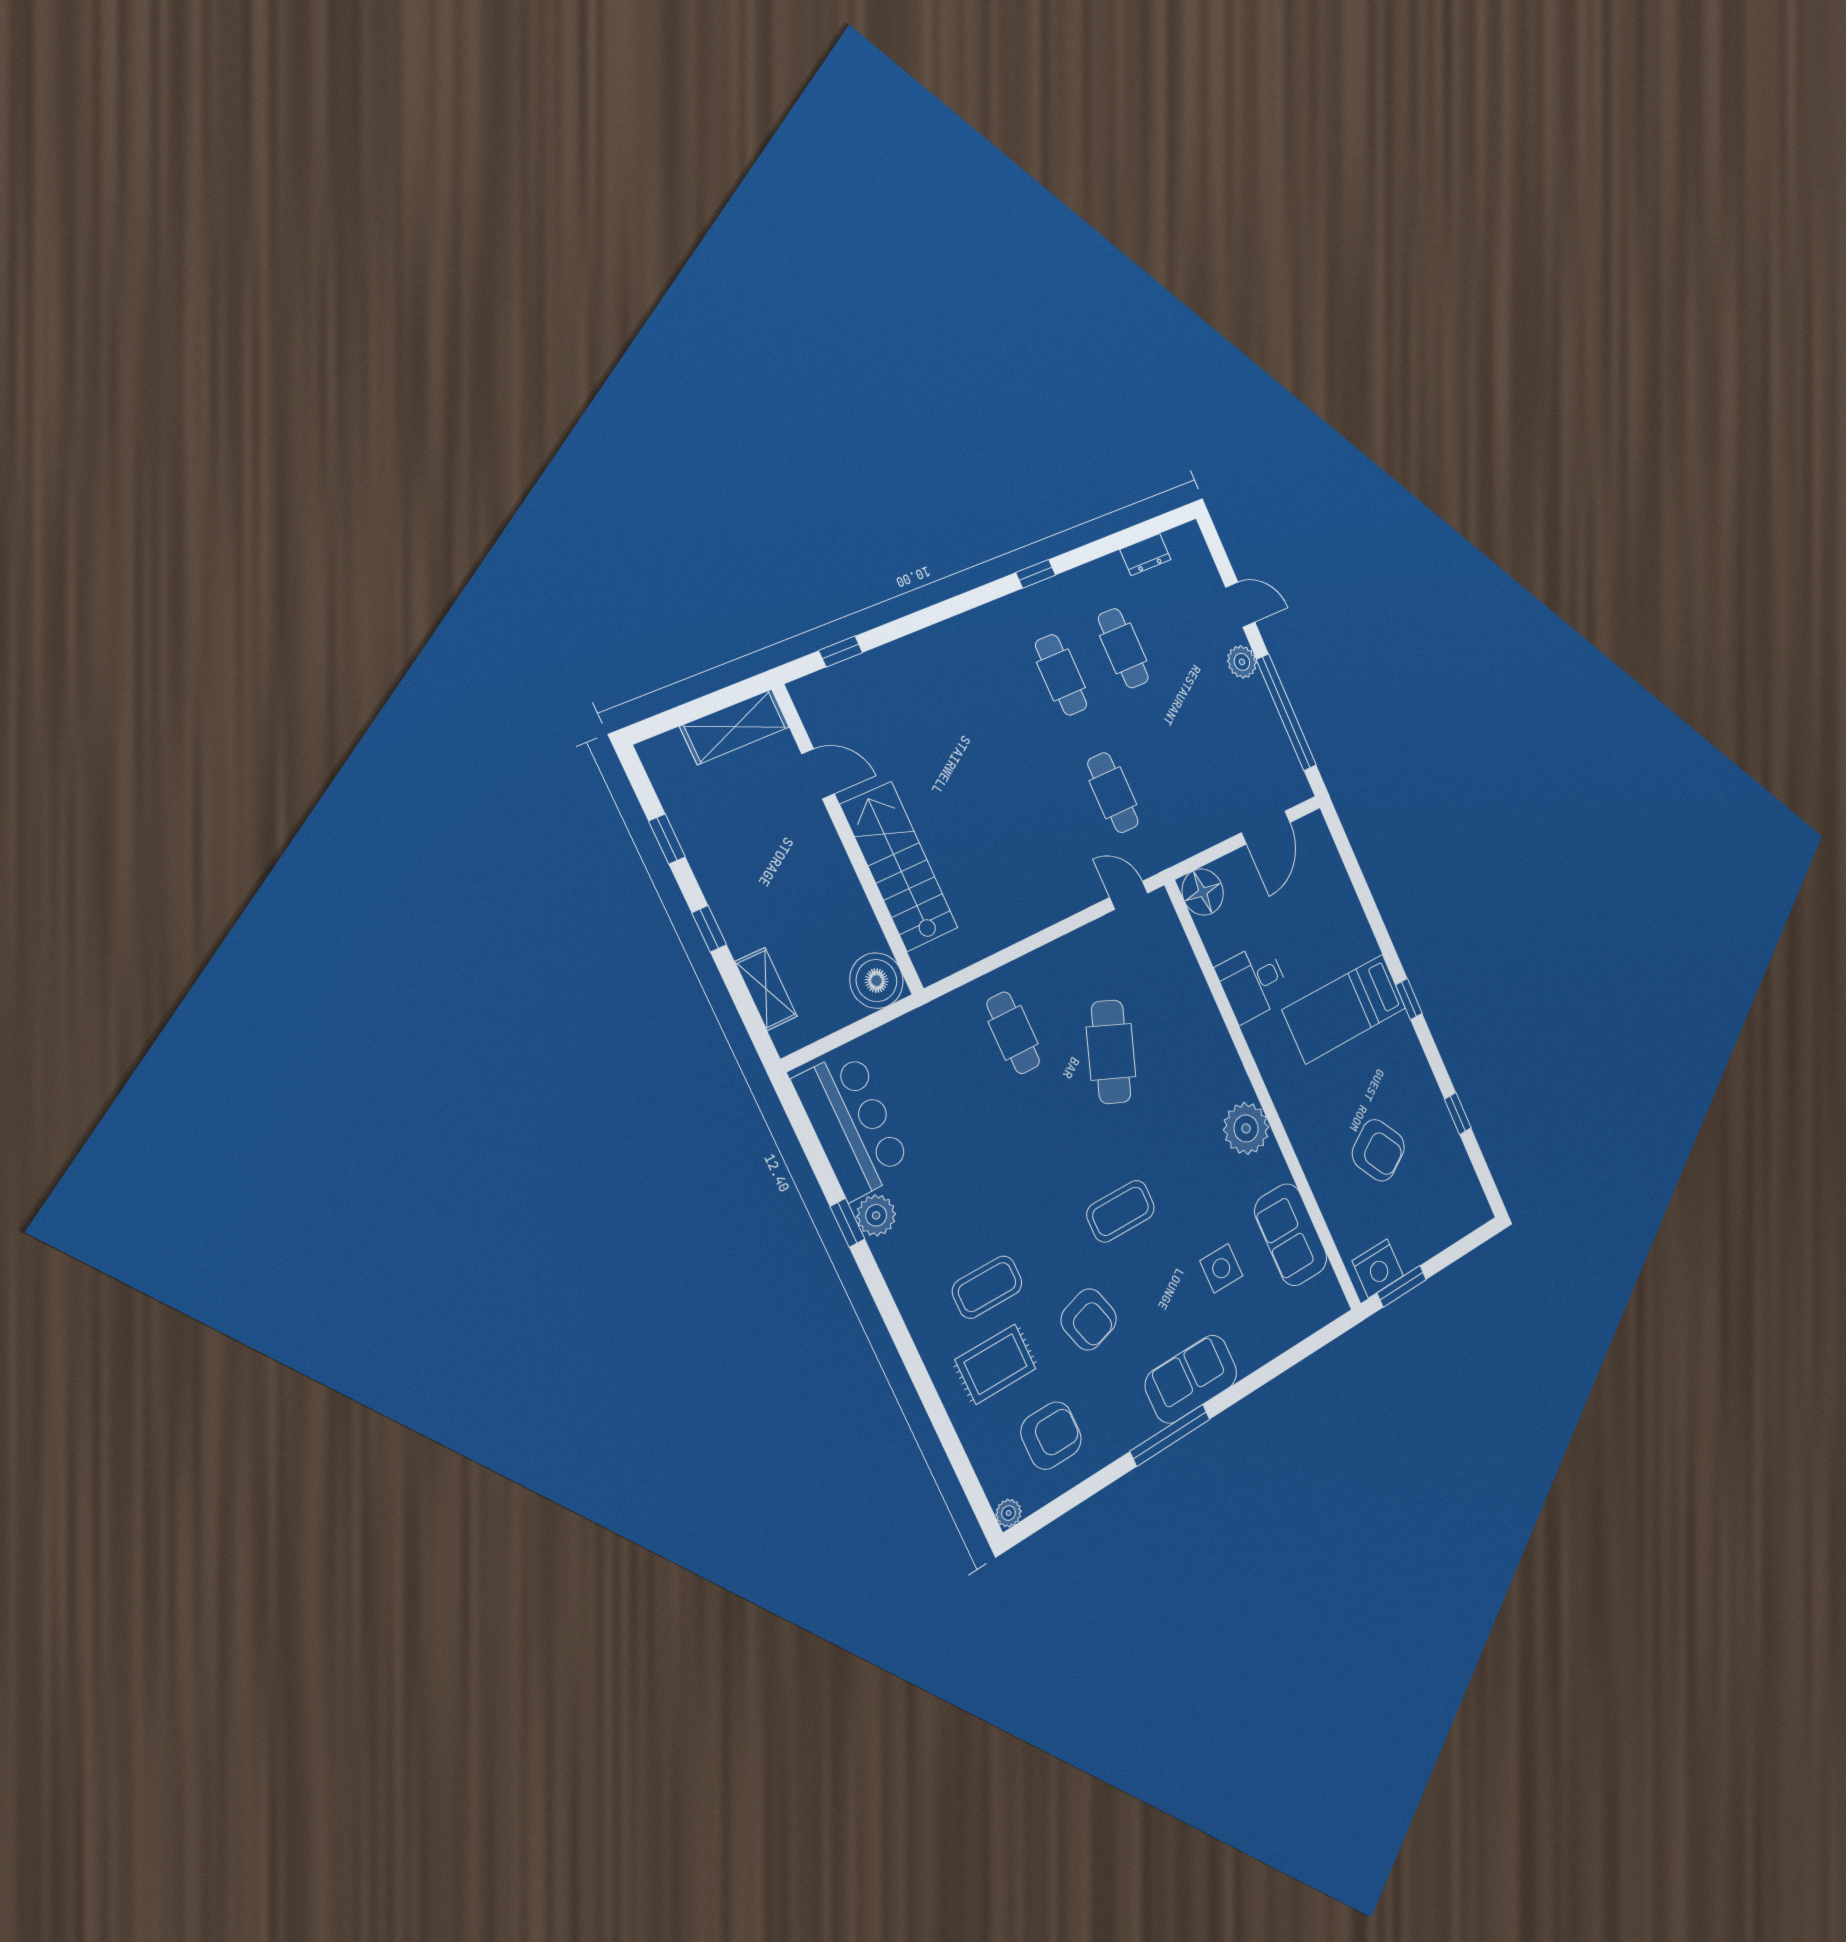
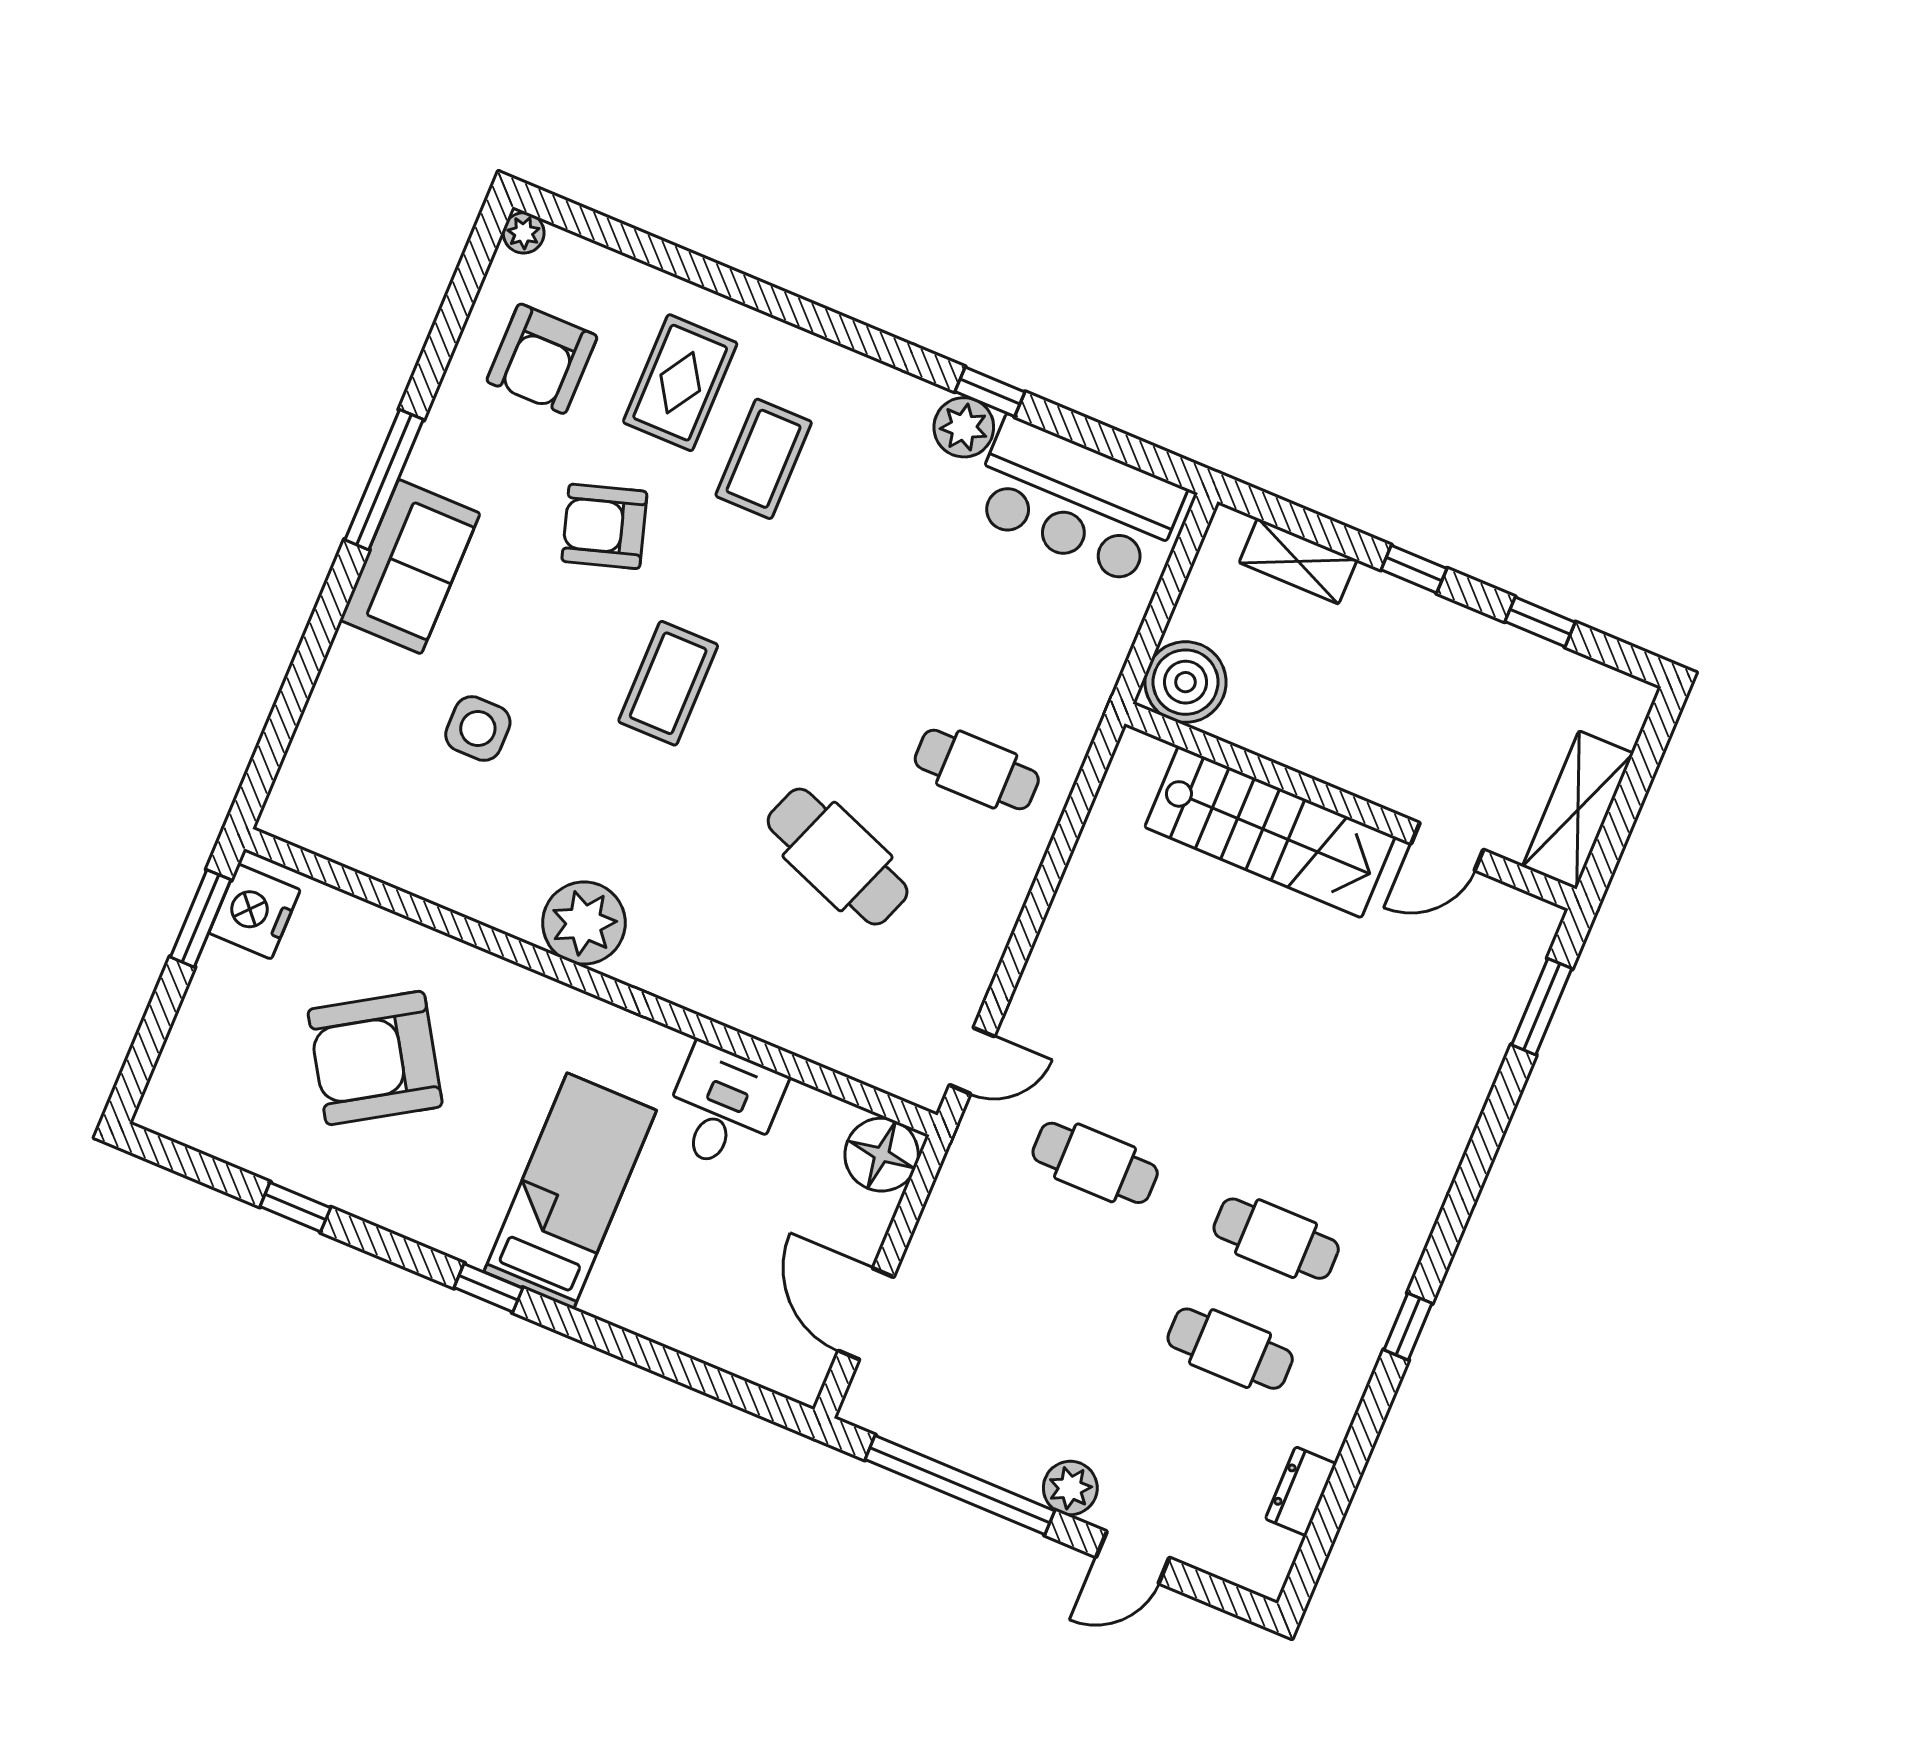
window: (841, 652) -> (1542, 1007), width x1.50
armchair: (1378, 1150) -> (375, 1058), width x1.36, depth x1.36
sofa: (1291, 1235) -> (415, 848), removed

